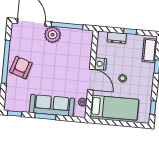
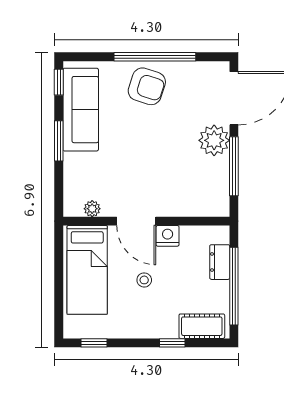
window: (130, 31) -> (234, 286), width x3.17
door: (91, 80) -> (136, 221), hinge flipped
sofa: (52, 105) -> (81, 110), moved

